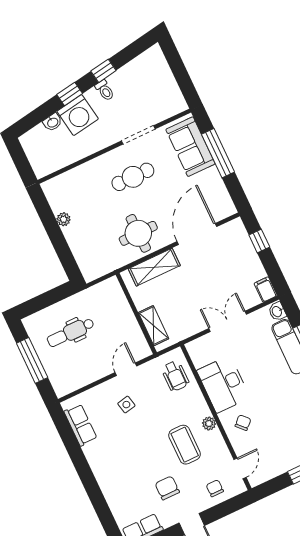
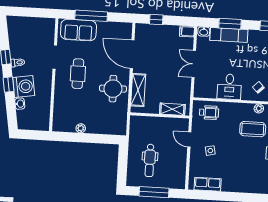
desk: (223, 384) -> (229, 87), width x0.73
plant: (209, 423) -> (259, 108), moved

